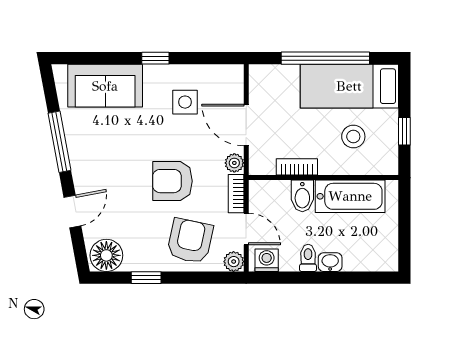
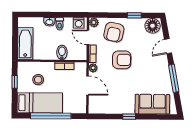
side table: (185, 102) -> (116, 96), removed
bathtub: (350, 196) -> (25, 43), moved, turned 90

